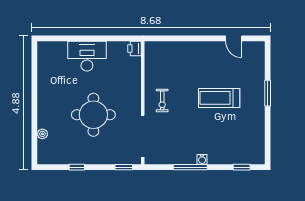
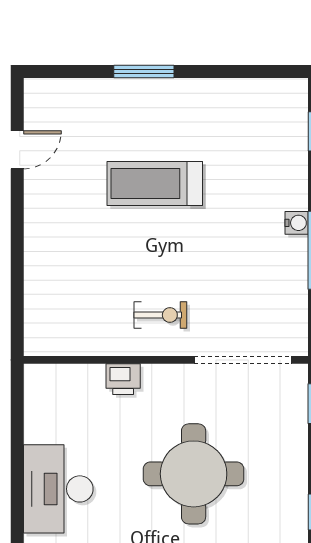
printer: (134, 49) -> (123, 379), moved
treadmill: (219, 98) -> (155, 183), turned 90

